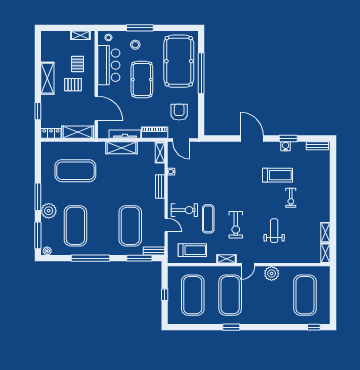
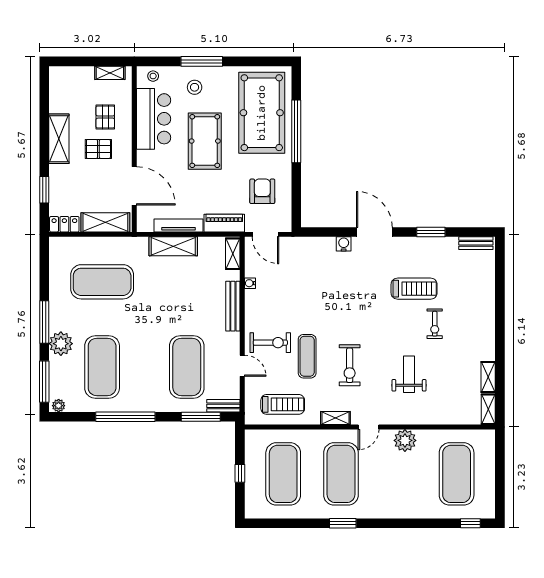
water cooler: (286, 146) -> (344, 244), moved
bench: (160, 186) -> (233, 306), width x1.36

